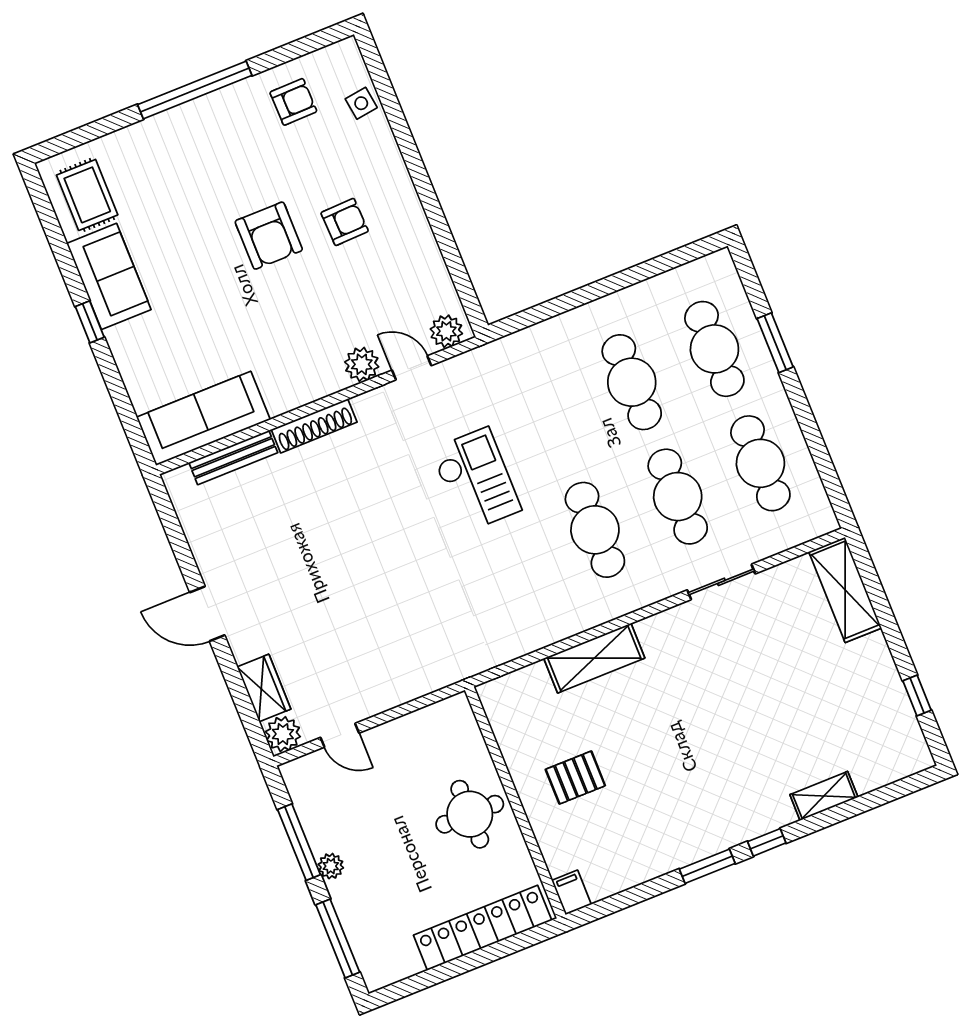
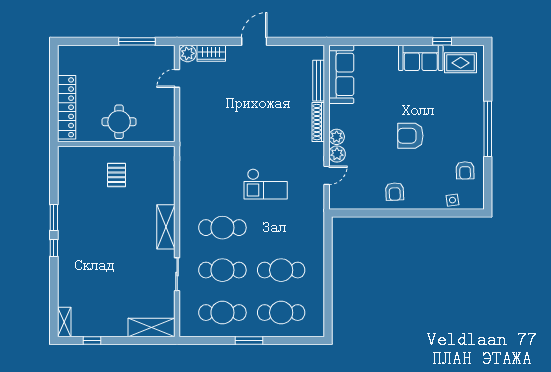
armchair: (345, 222) -> (395, 192), moved
window: (90, 322) -> (442, 41), moved
plant: (446, 331) -> (337, 137), moved
window: (775, 343) -> (249, 340), moved
shelving: (594, 658) -> (166, 227), moved
shelving: (824, 796) -> (64, 322), moved
plant: (331, 866) -> (121, 51), removed
filing cabinet: (572, 892) -> (66, 153), removed
window: (338, 939) -> (88, 41), removed

